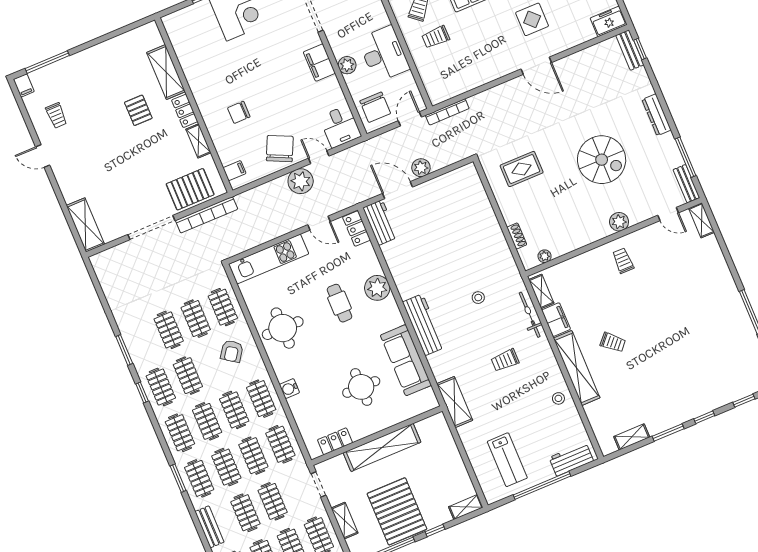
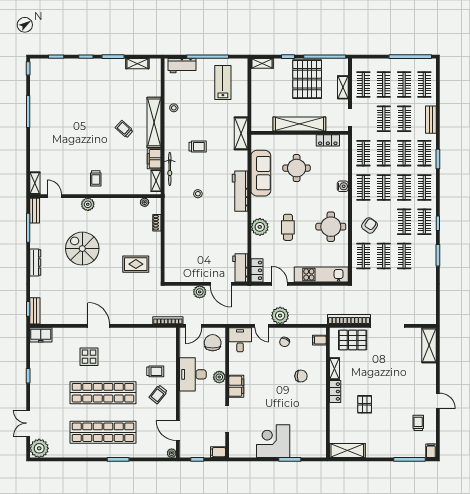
shelving: (166, 72) -> (347, 451), moved, turned 90
chair: (280, 149) -> (285, 342), width x0.54, depth x0.54

